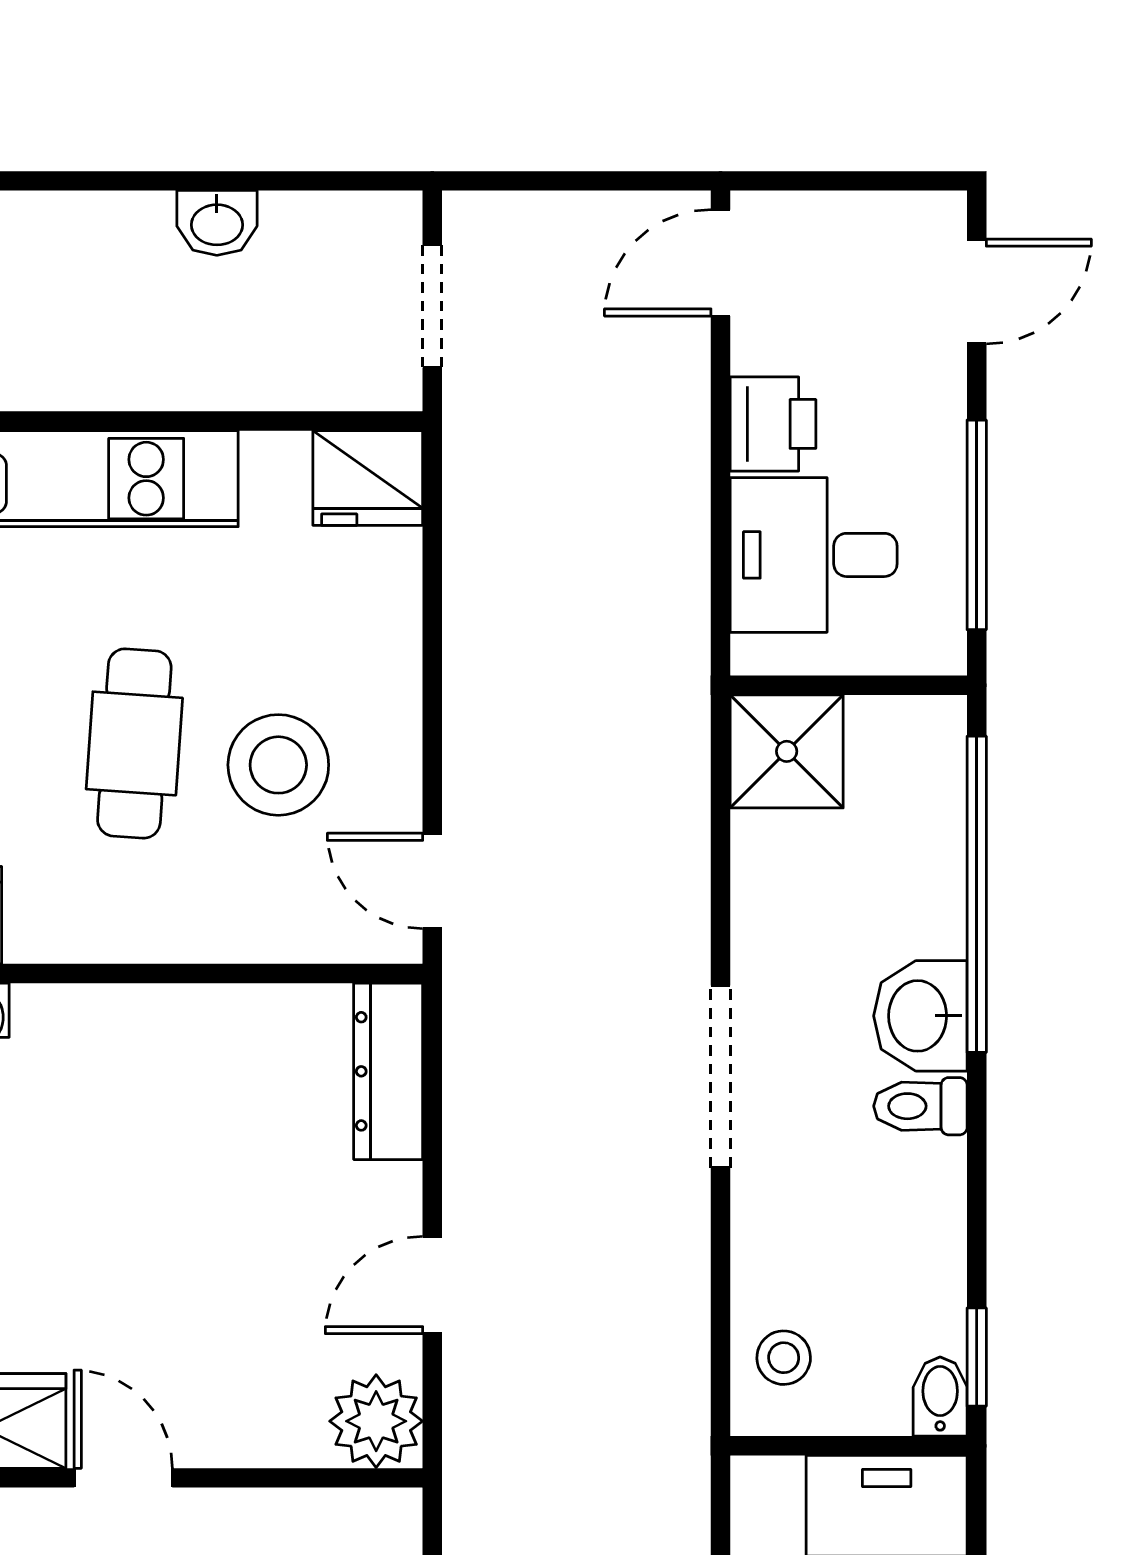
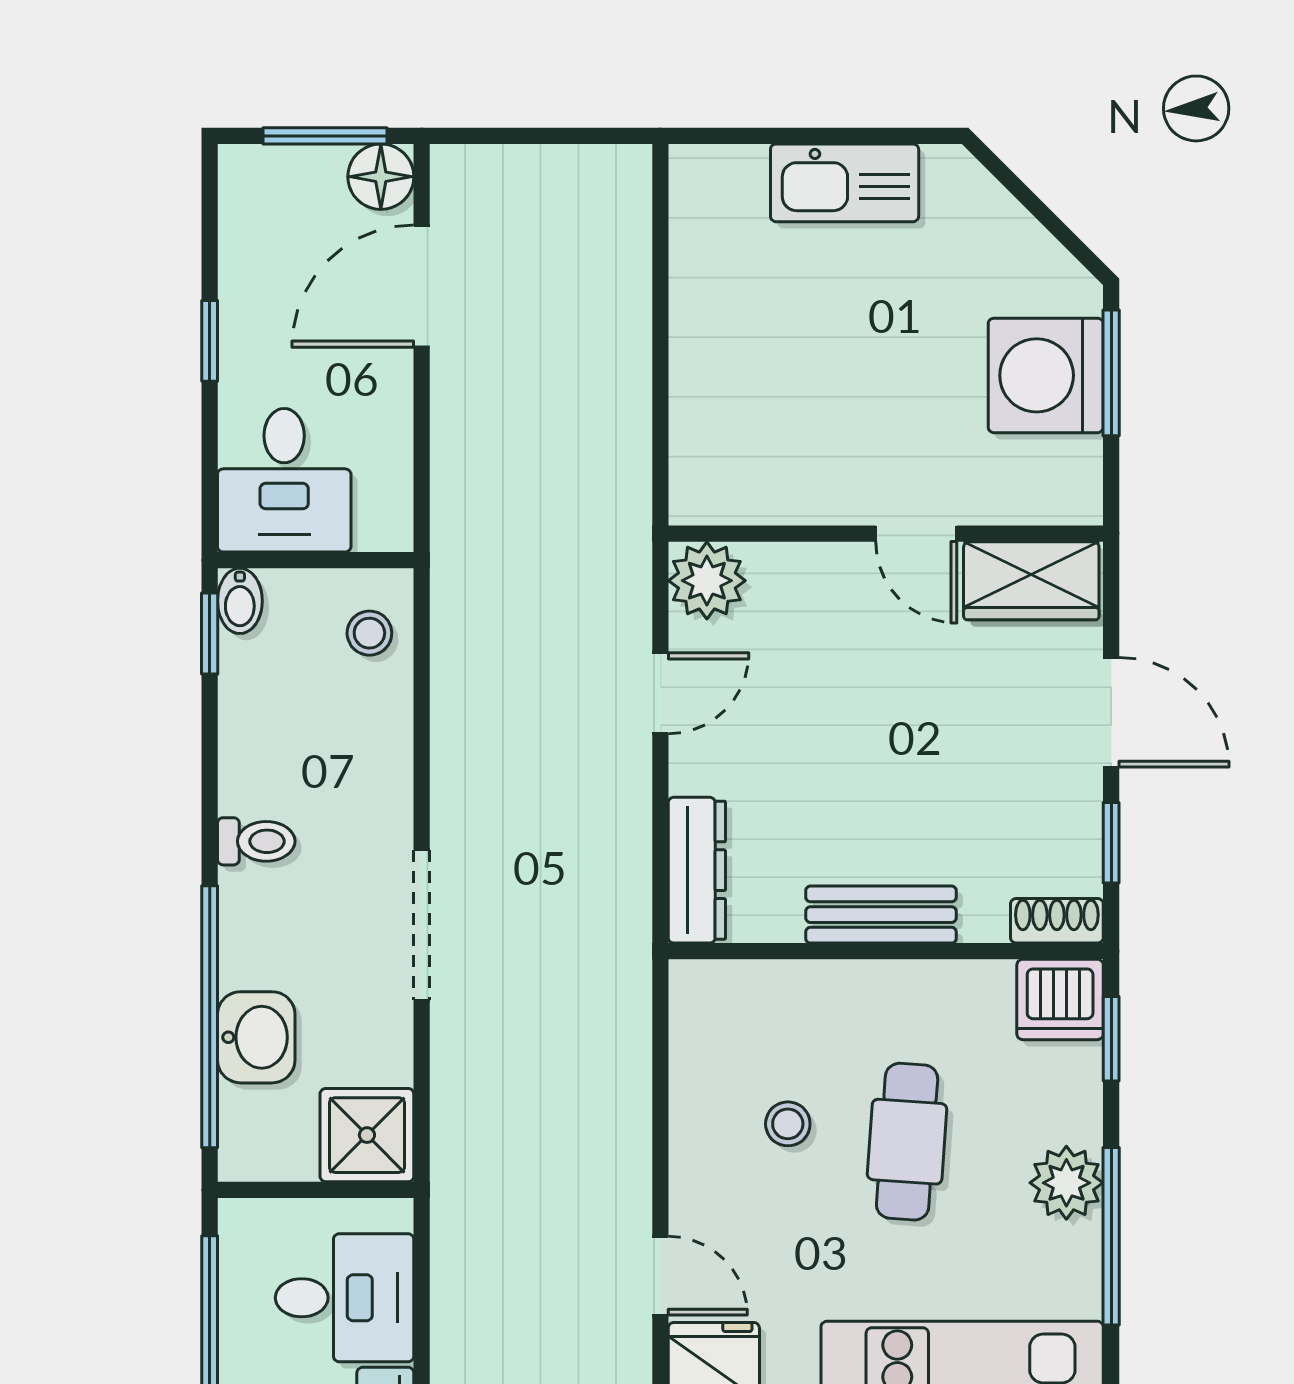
stool: (278, 765) -> (788, 1124), width x0.53, depth x0.53
door: (432, 881) -> (660, 1276), moved
washbasin: (920, 1016) -> (256, 1037), moved
bench: (166, 1018) -> (881, 915), added
doorway: (721, 1076) -> (422, 925), moved

